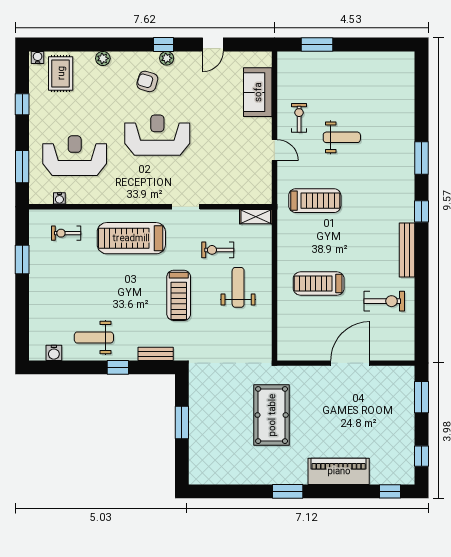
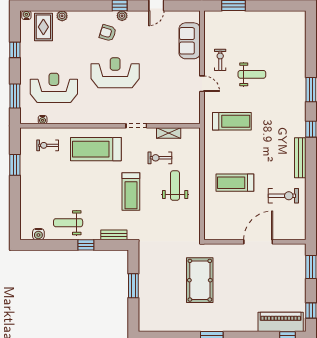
plant: (103, 58) -> (62, 16), moved
shelving: (256, 217) -> (169, 133), moved
piano: (339, 471) -> (281, 322), moved

